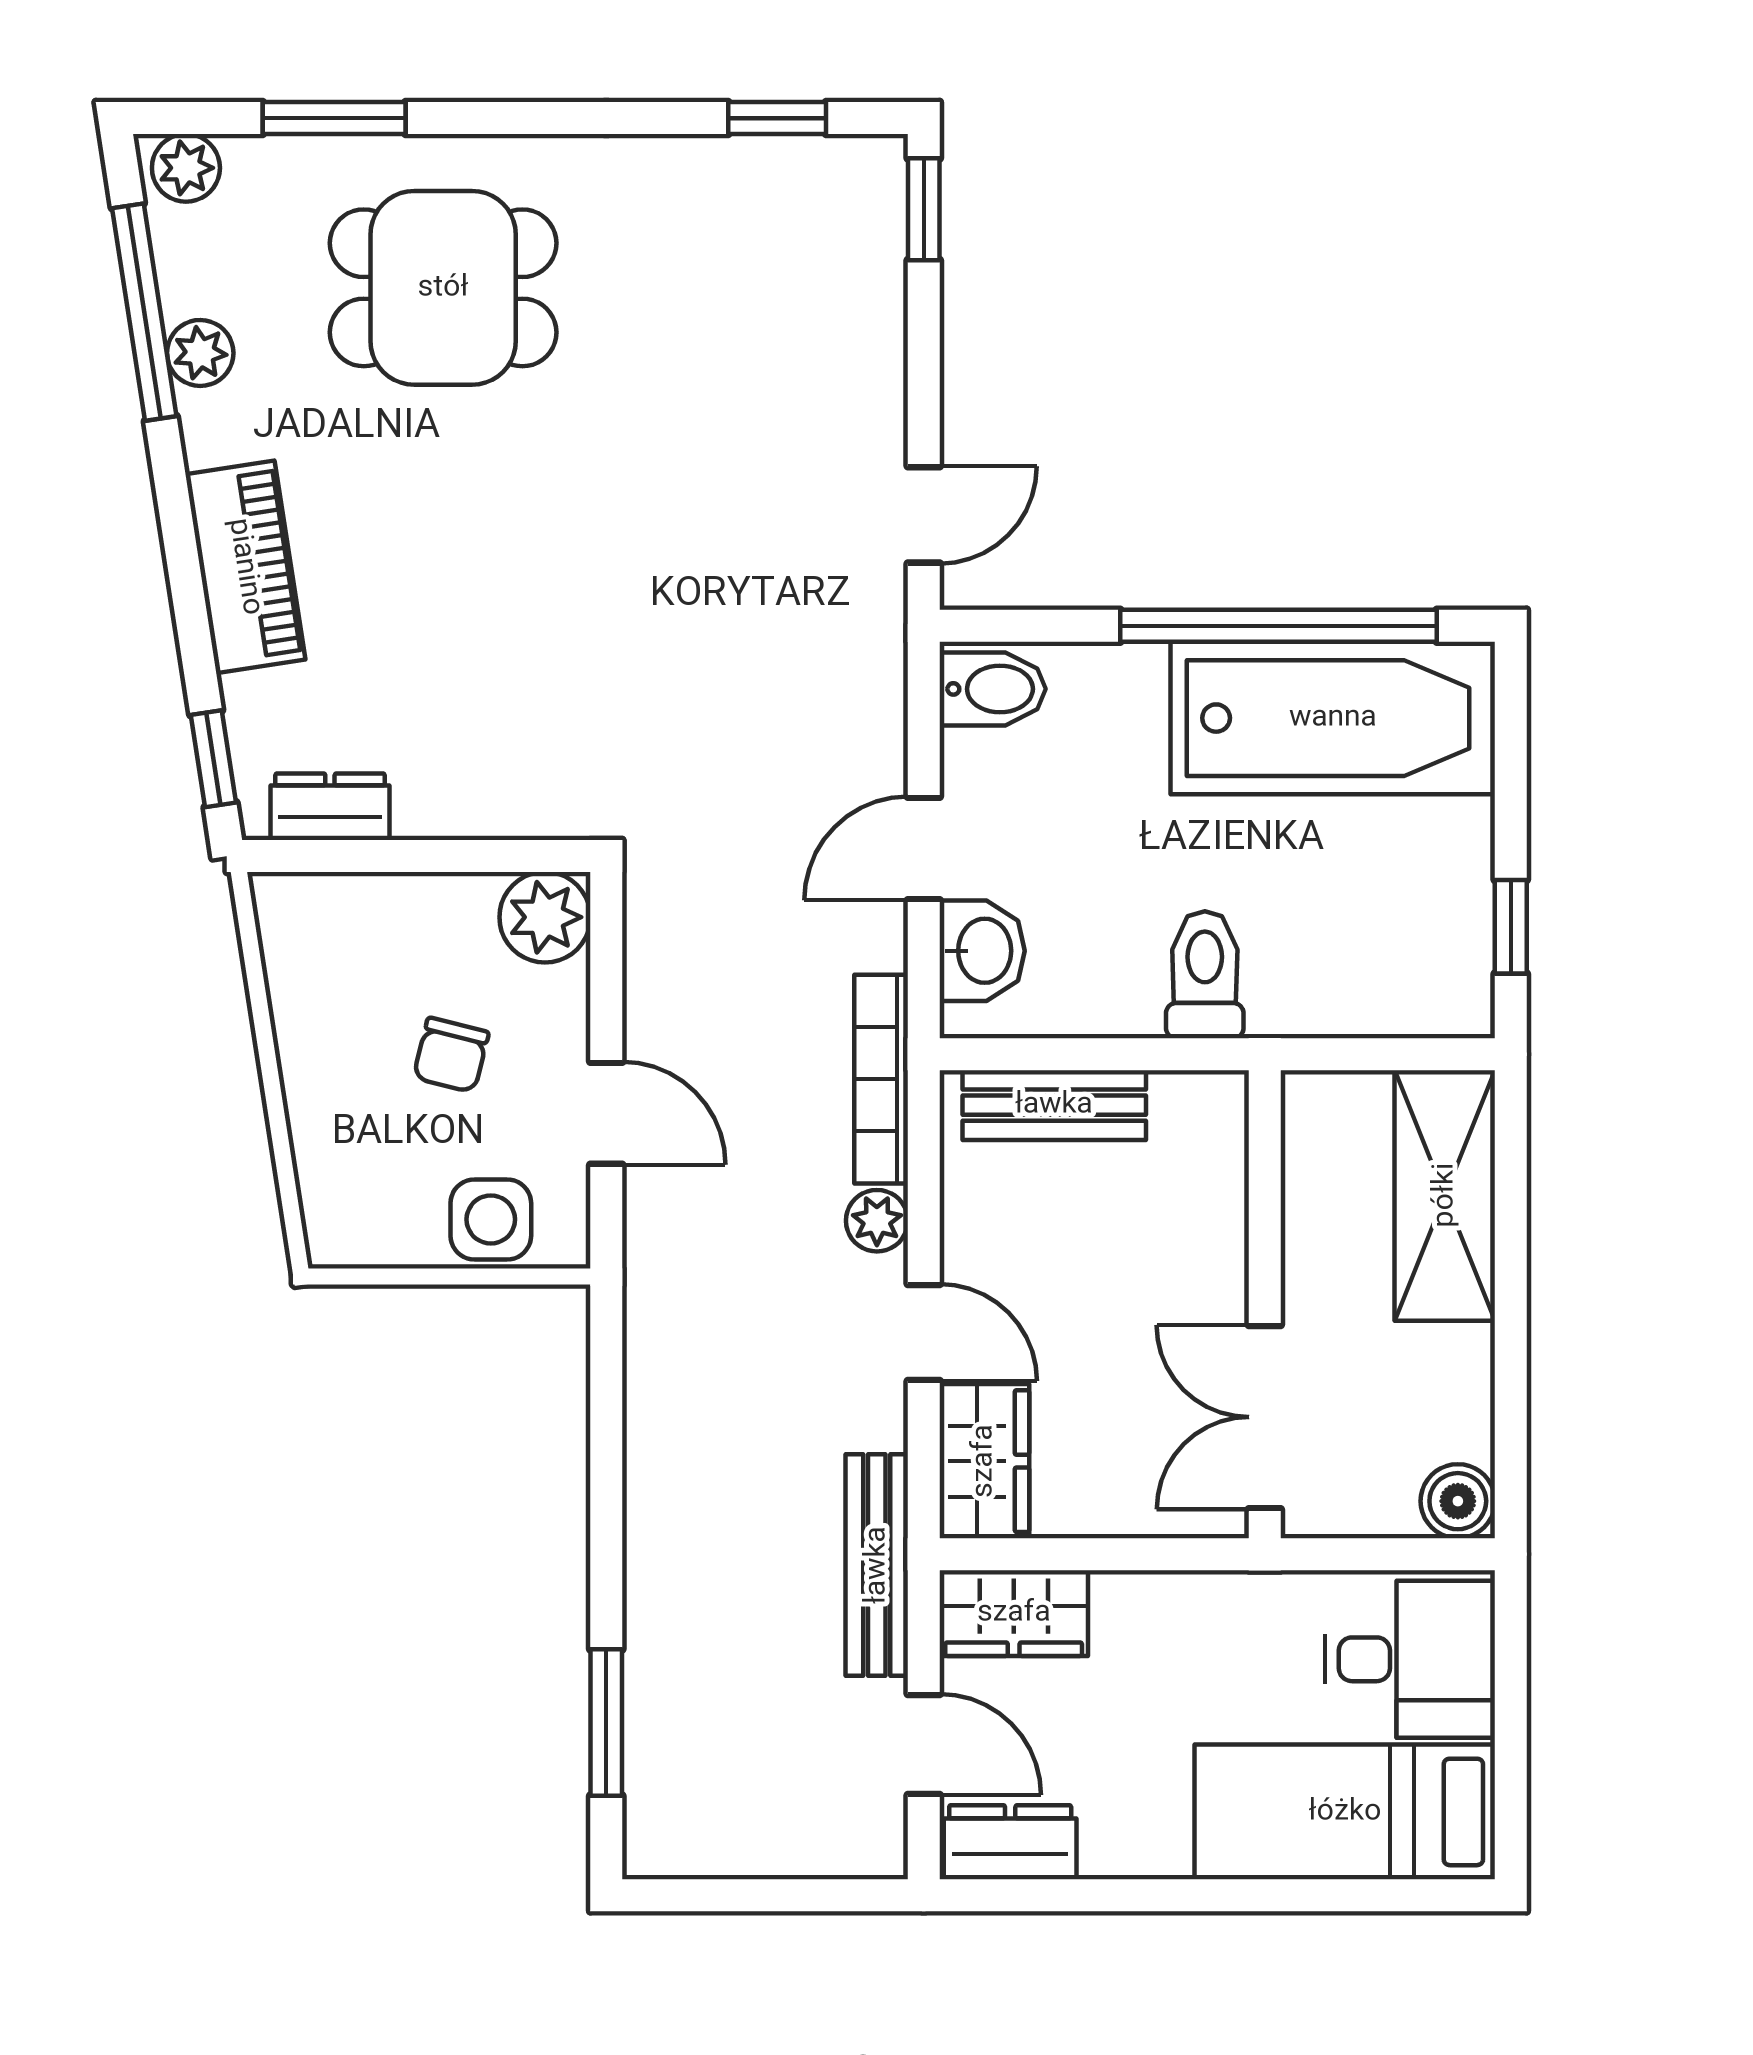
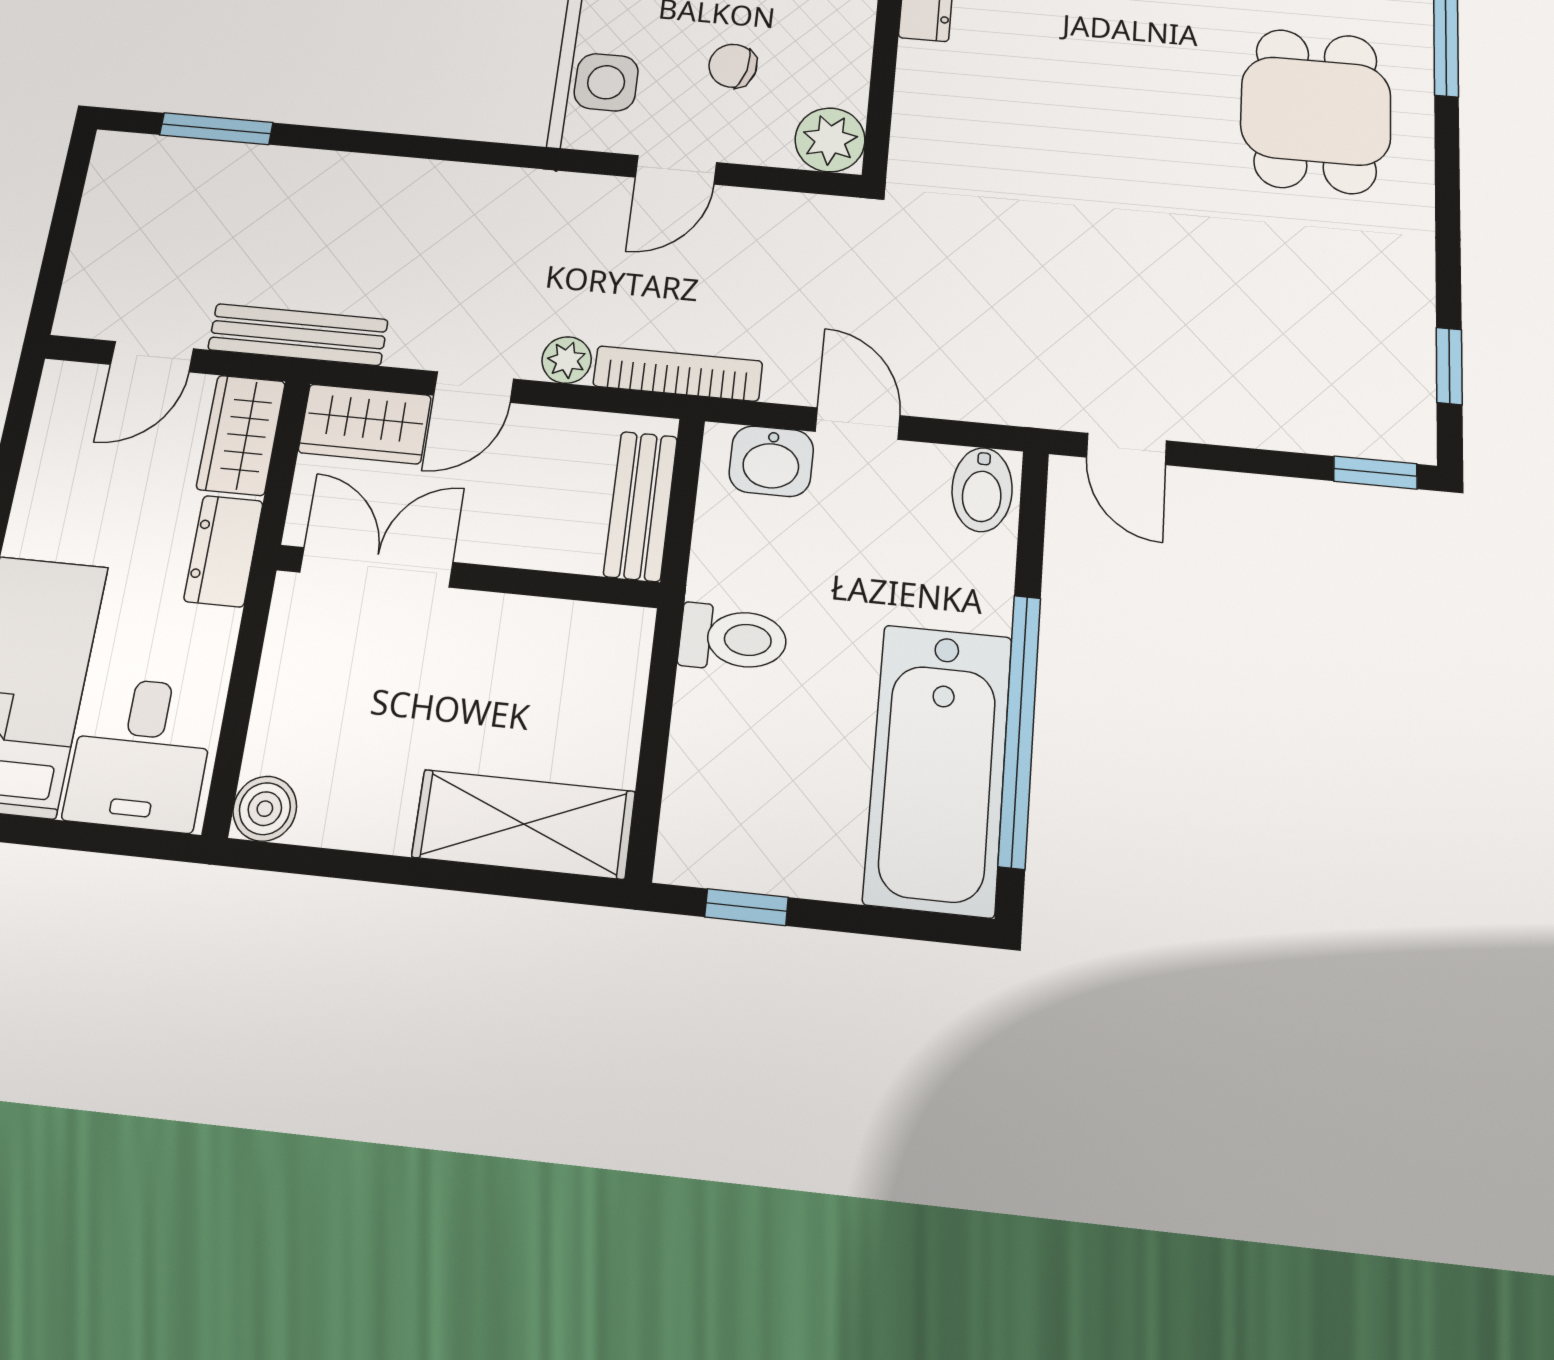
wall: (1265, 1304) -> (468, 576), moved
double door: (1265, 1417) -> (376, 567), moved
dresser: (1010, 1842) -> (224, 551), moved, turned 180

